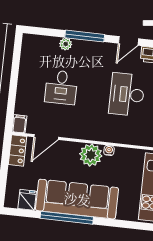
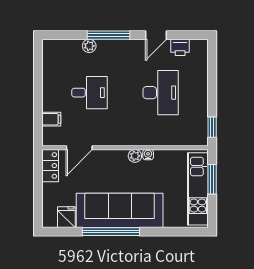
desk: (61, 87) -> (89, 93), turned -90
desk: (127, 94) -> (161, 93), turned 180
filing cabinet: (19, 124) -> (51, 119), moved, turned 90
plant: (91, 155) -> (135, 156), width x0.53, depth x0.53

